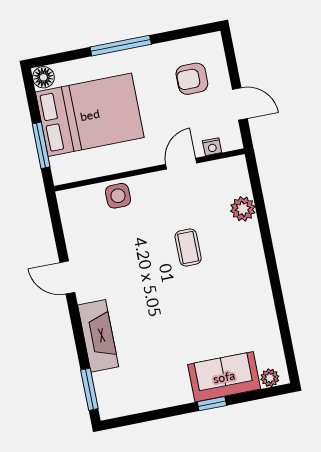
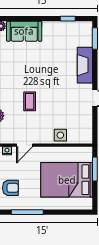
window: (121, 46) -> (27, 212), moved
floor lamp: (43, 77) -> (87, 204), removed
window: (212, 404) -> (68, 19), moved

